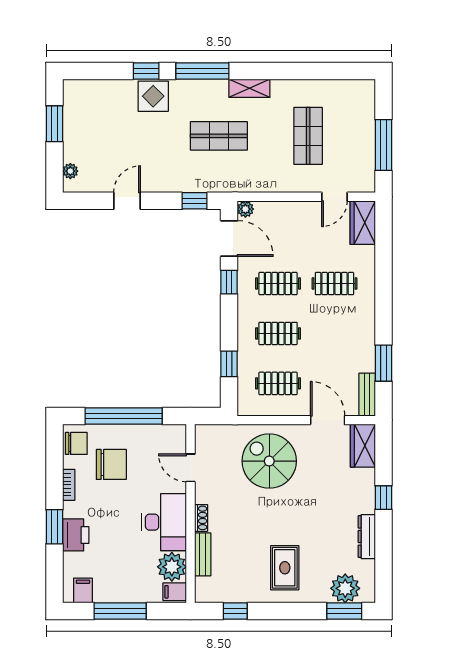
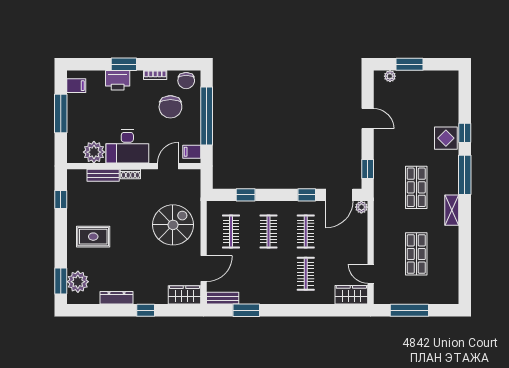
window: (54, 124) -> (409, 64), moved
shop shelf: (308, 136) -> (416, 254), turned 90
filing cabinet: (175, 592) -> (192, 152), moved, turned -90

